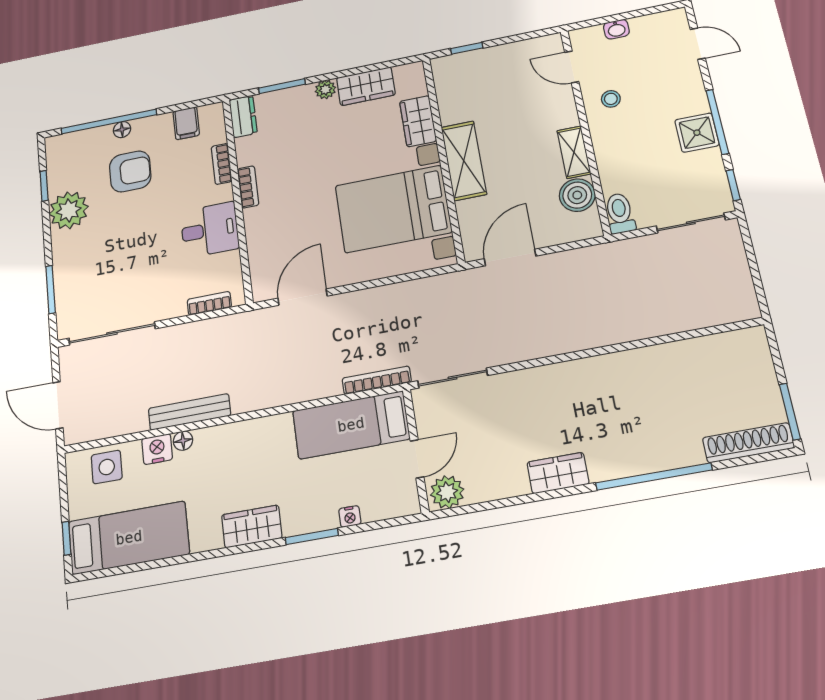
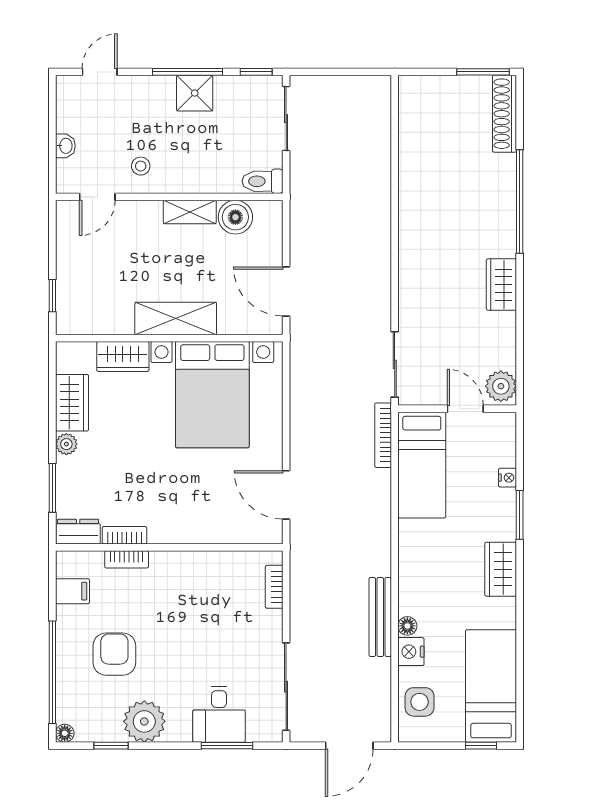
floor lamp: (122, 130) -> (65, 733), moved
bookcase: (248, 187) -> (125, 535), moved
desk: (210, 230) -> (219, 714), moved, turned 180

